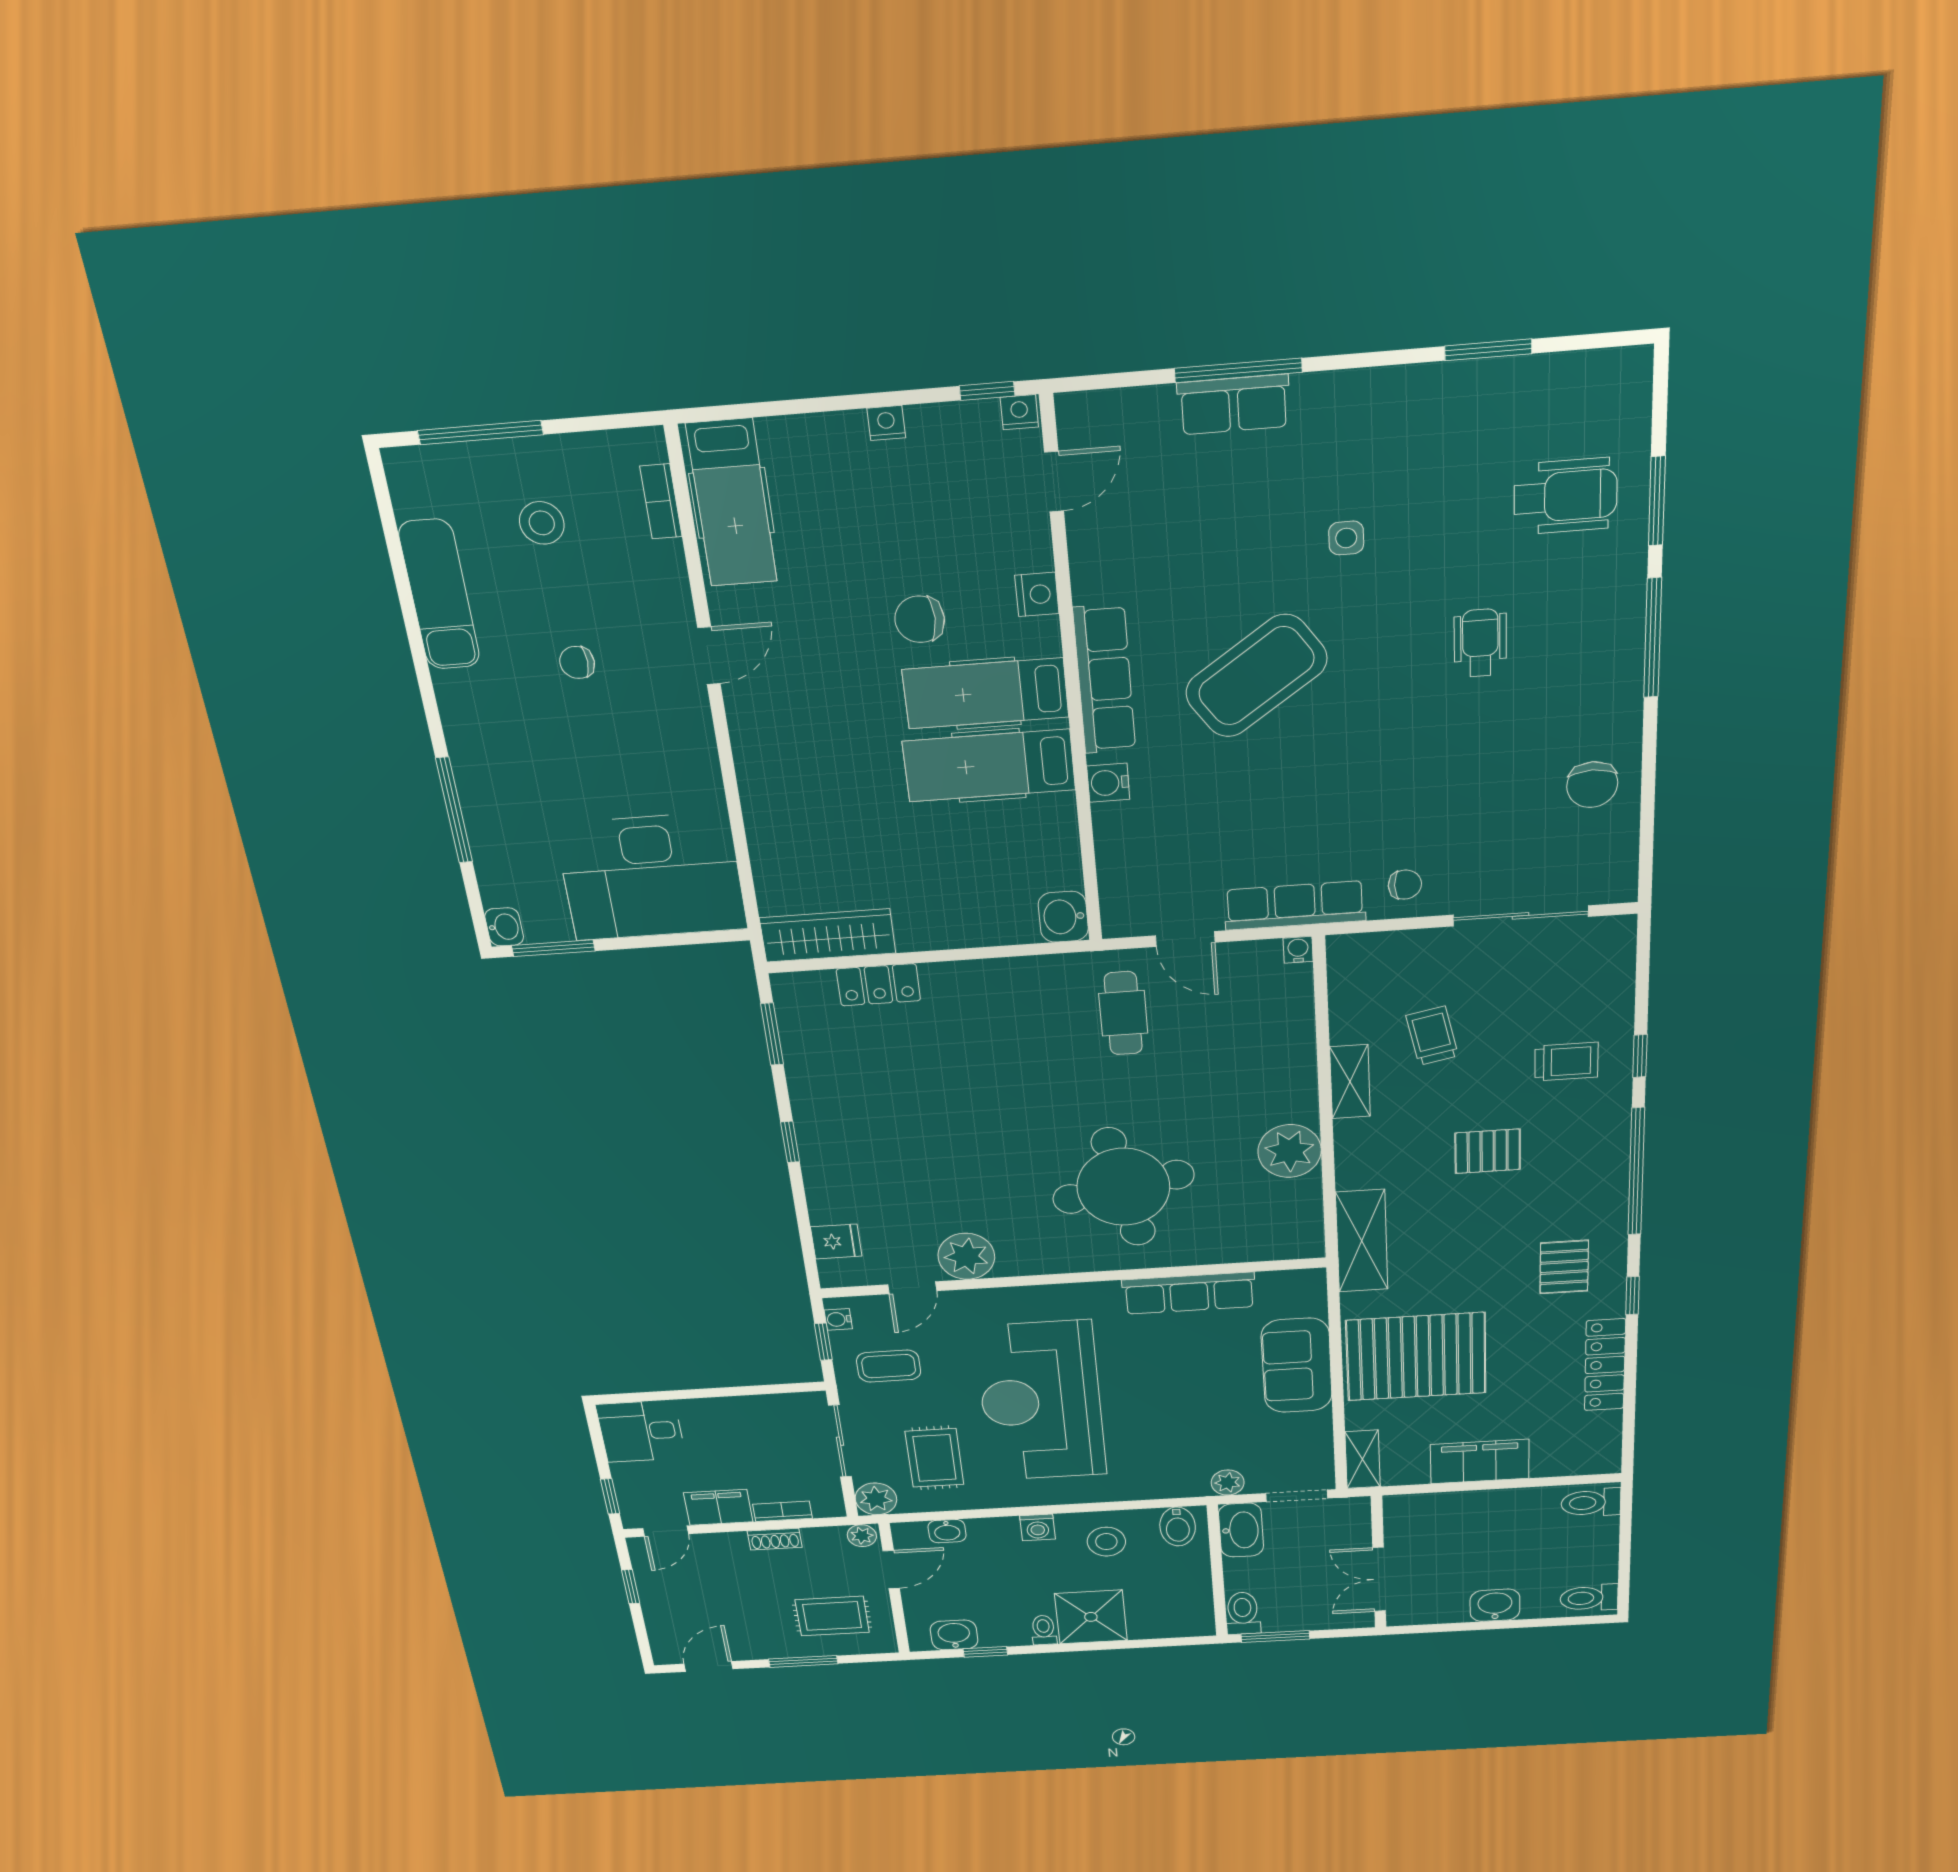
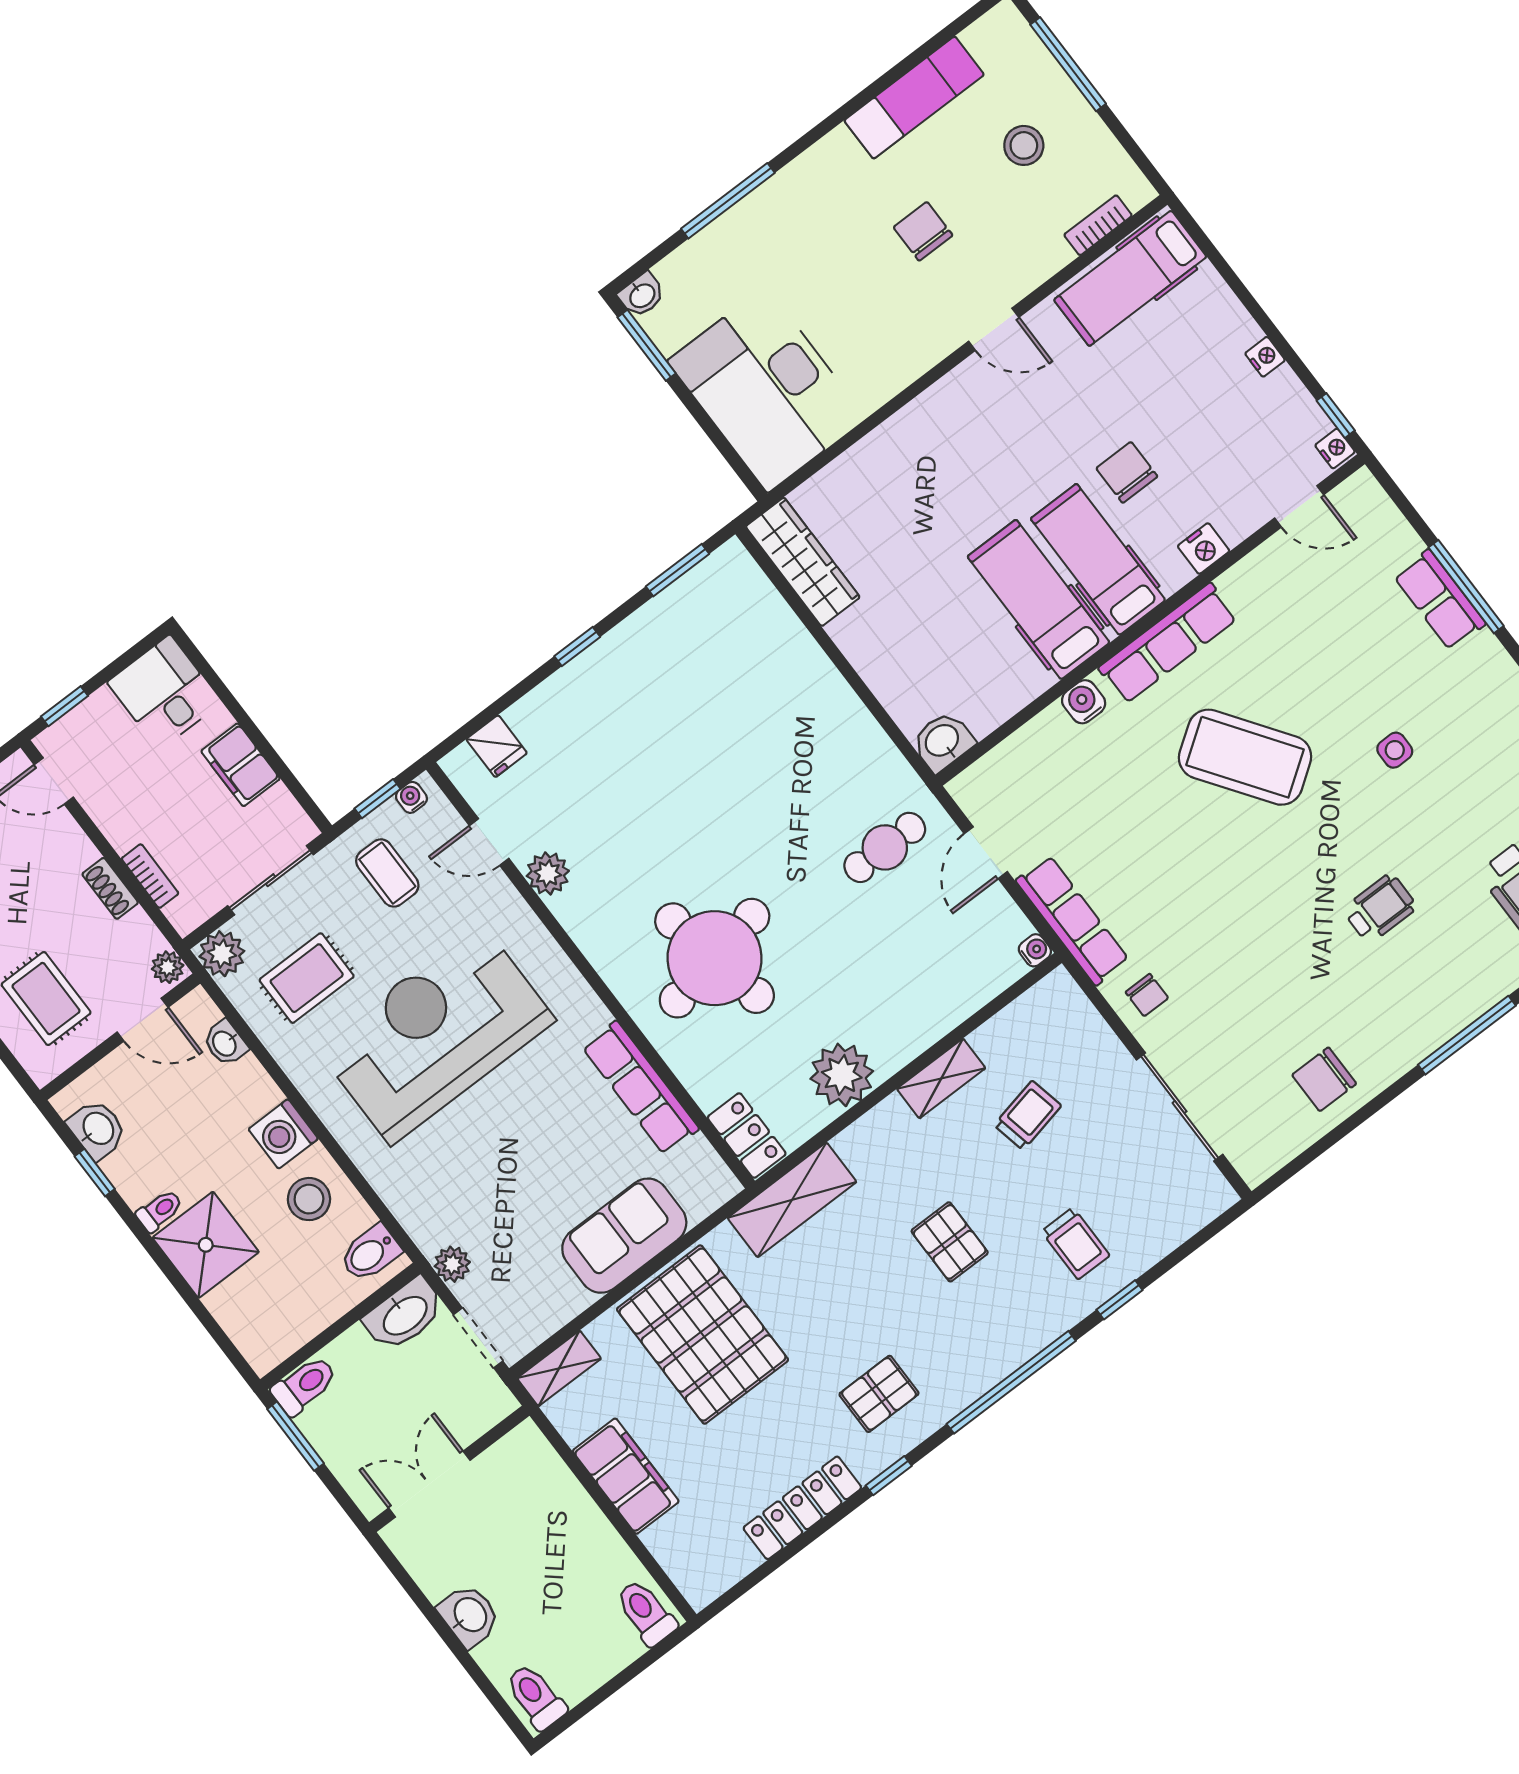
chair: (577, 662) -> (923, 231), width x1.37, depth x1.37
locker: (878, 985) -> (747, 1136), moved, turned 180
plant: (966, 1256) -> (548, 873), width x0.73, depth x0.73
filing cabinet: (718, 1507) -> (241, 765), moved, turned 180
washing machine: (1038, 1527) -> (283, 1134), width x1.38, depth x1.38

